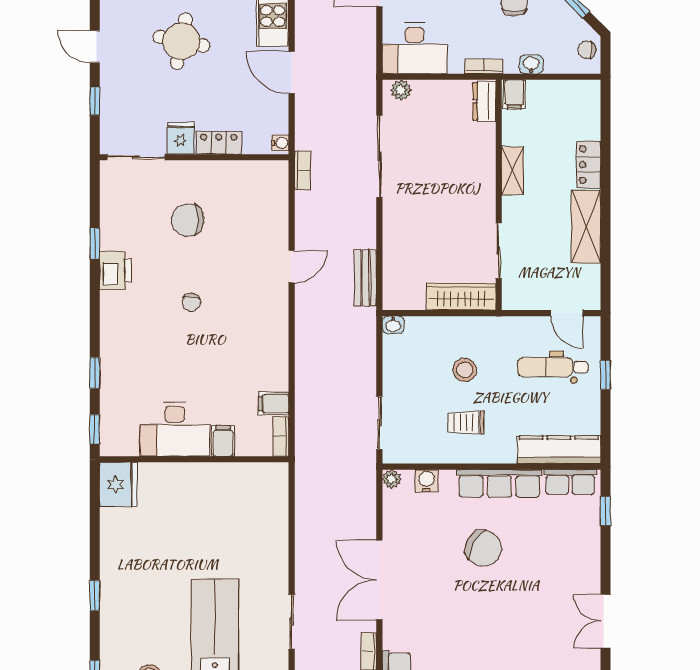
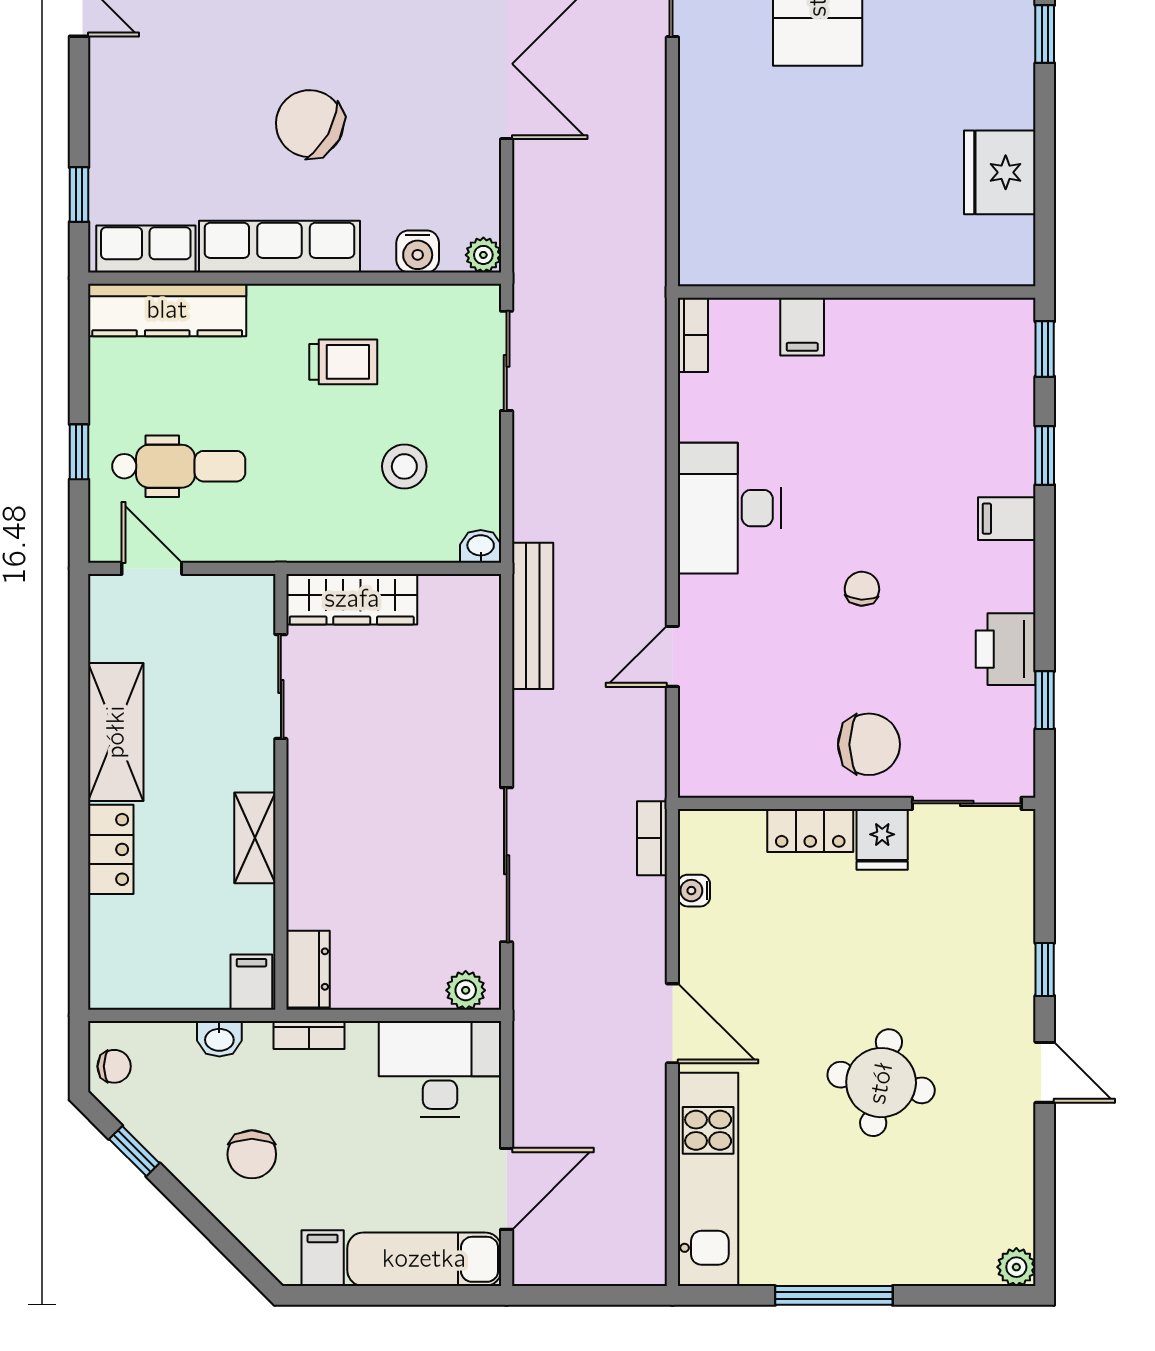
fridge: (181, 138) -> (882, 839), moved
locker: (219, 143) -> (810, 831), moved
sliding door: (136, 157) -> (967, 803), moved
wall: (194, 157) -> (857, 803), moved
bench: (366, 278) -> (533, 616), width x1.36
stool: (465, 370) -> (404, 466), moved
filing cabinet: (274, 404) -> (1007, 519), moved, turned 180
desk: (175, 429) -> (729, 508), moved, turned -90
fridge: (118, 484) -> (1000, 172), moved

